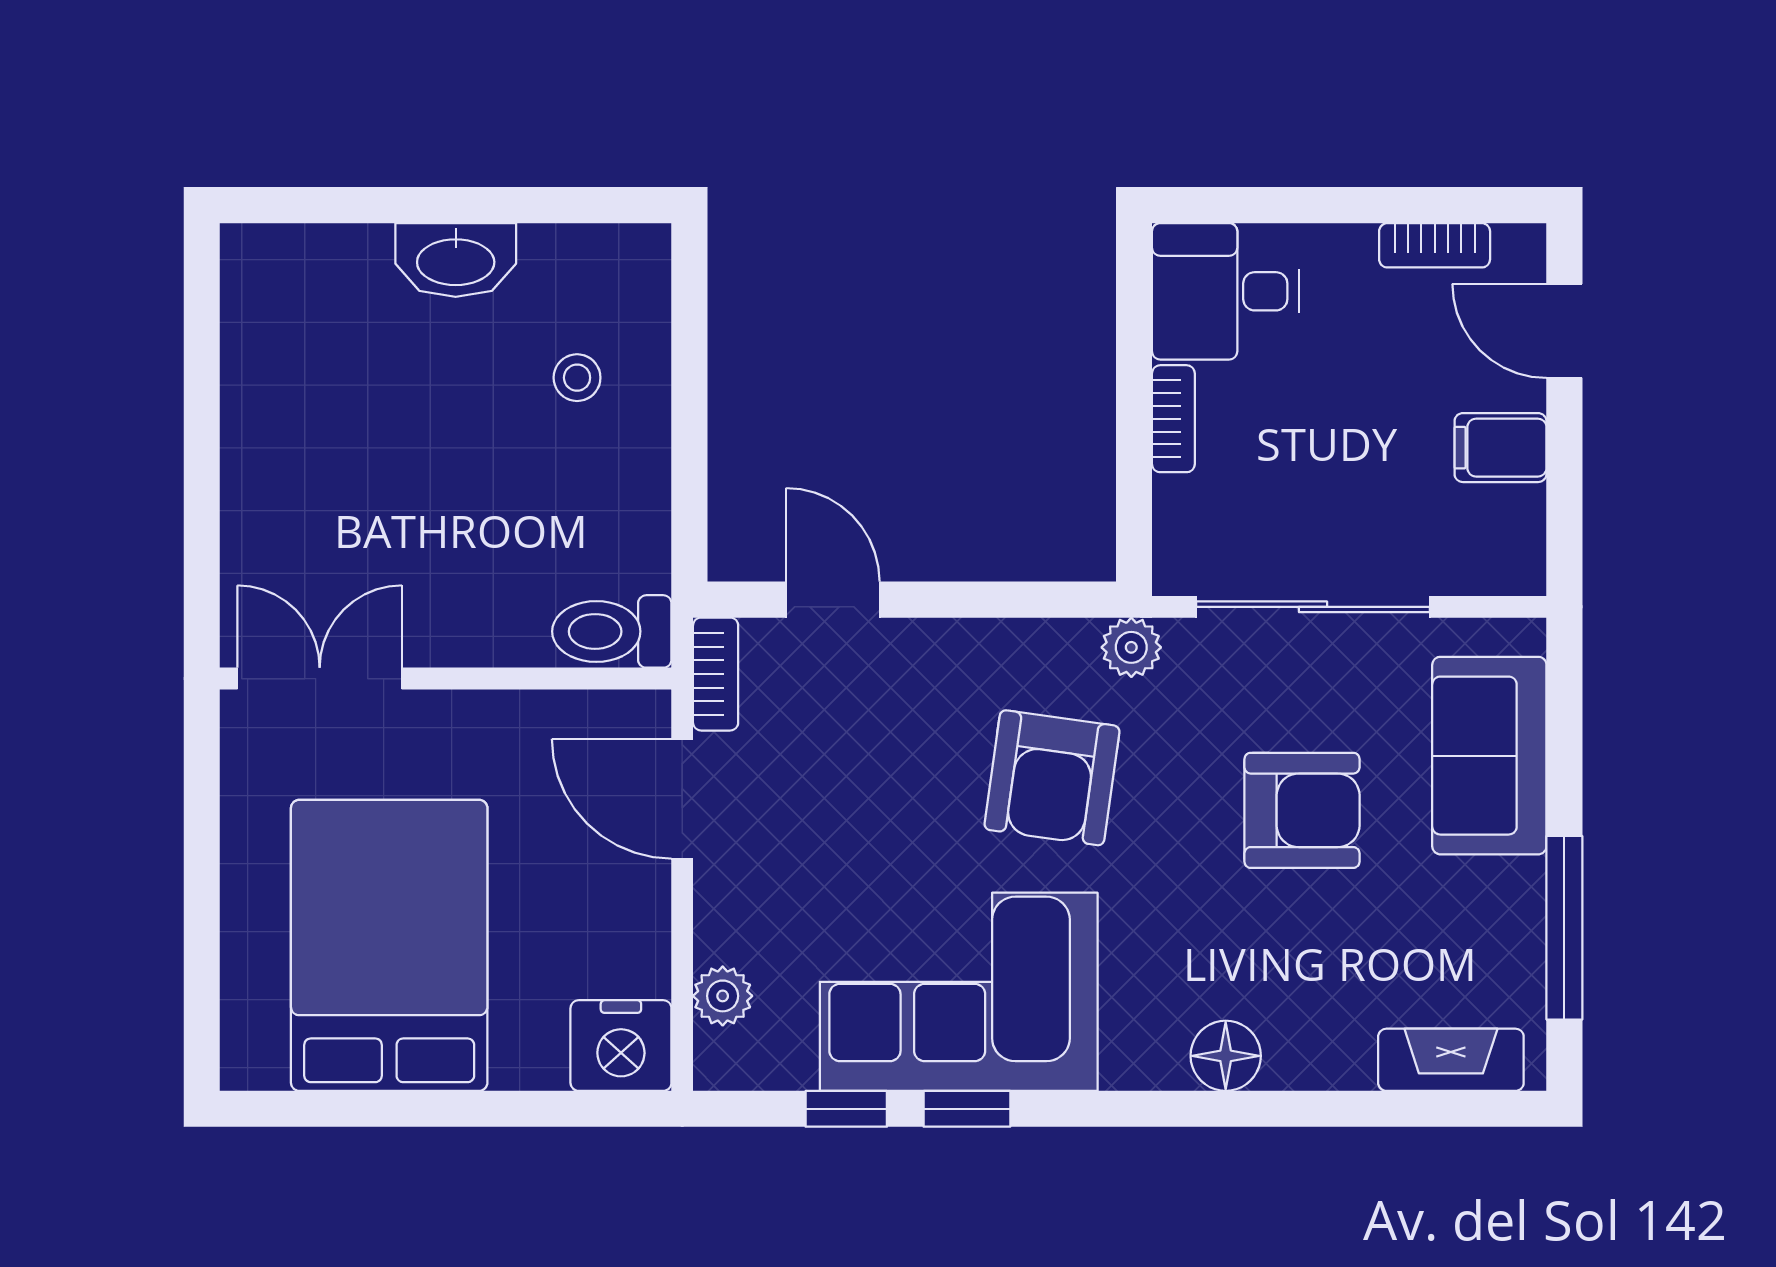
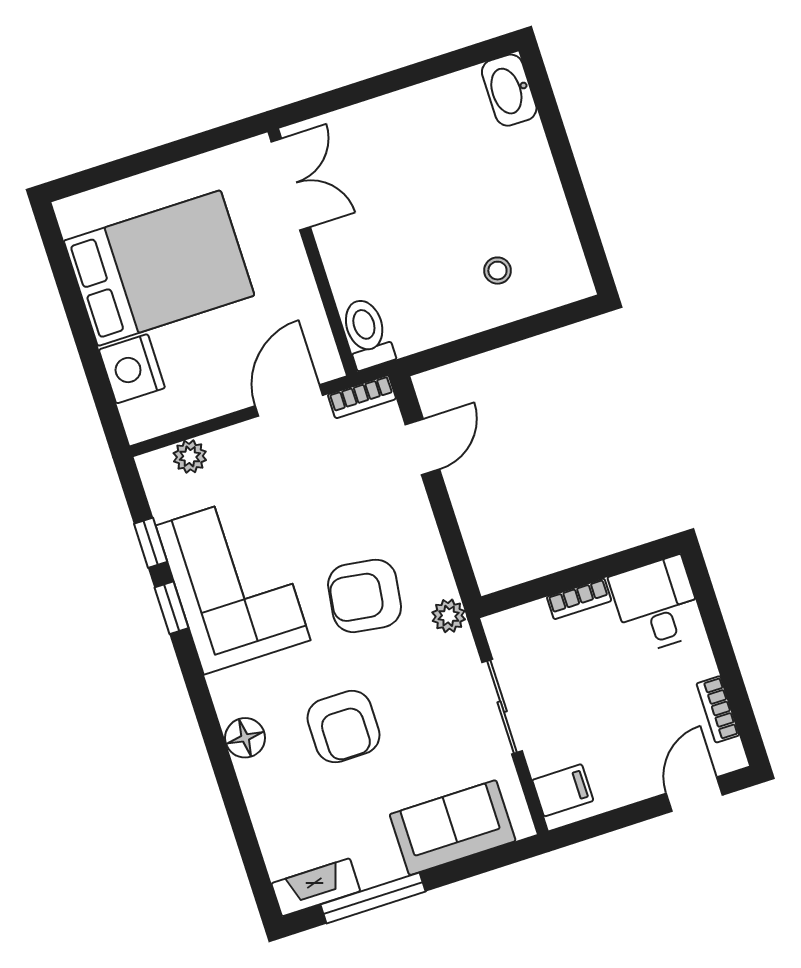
washbasin: (456, 260) -> (509, 90), moved
filing cabinet: (1500, 448) -> (563, 790), moved, turned 90
sliding door: (1313, 607) -> (502, 707), width x0.73
armchair: (1302, 810) -> (344, 727), moved
nightstand: (621, 1046) -> (132, 369), moved
fireplace: (1451, 1060) -> (316, 887), moved, turned -90

